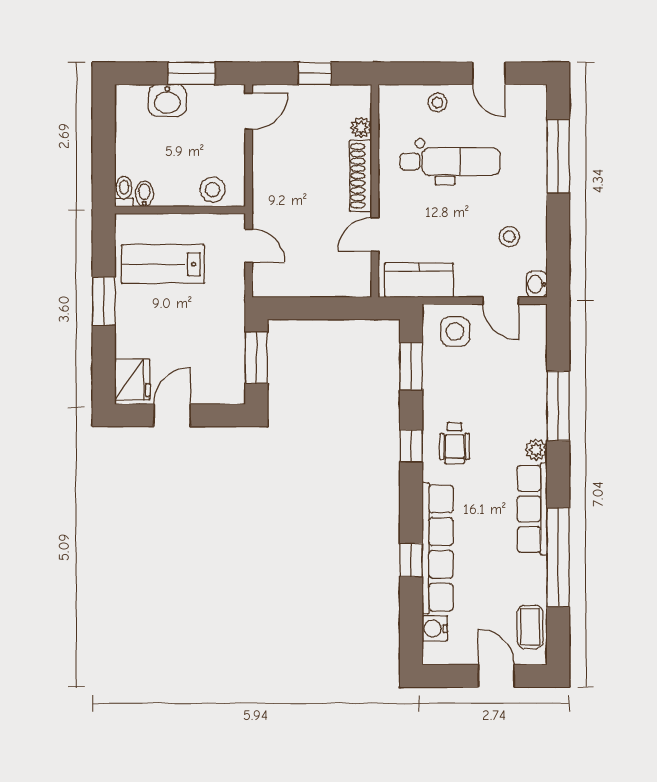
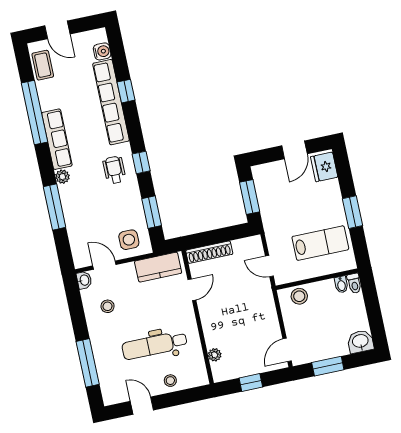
washbasin: (167, 100) -> (360, 342), moved
shoe rack: (361, 176) -> (209, 252), moved, turned 90

